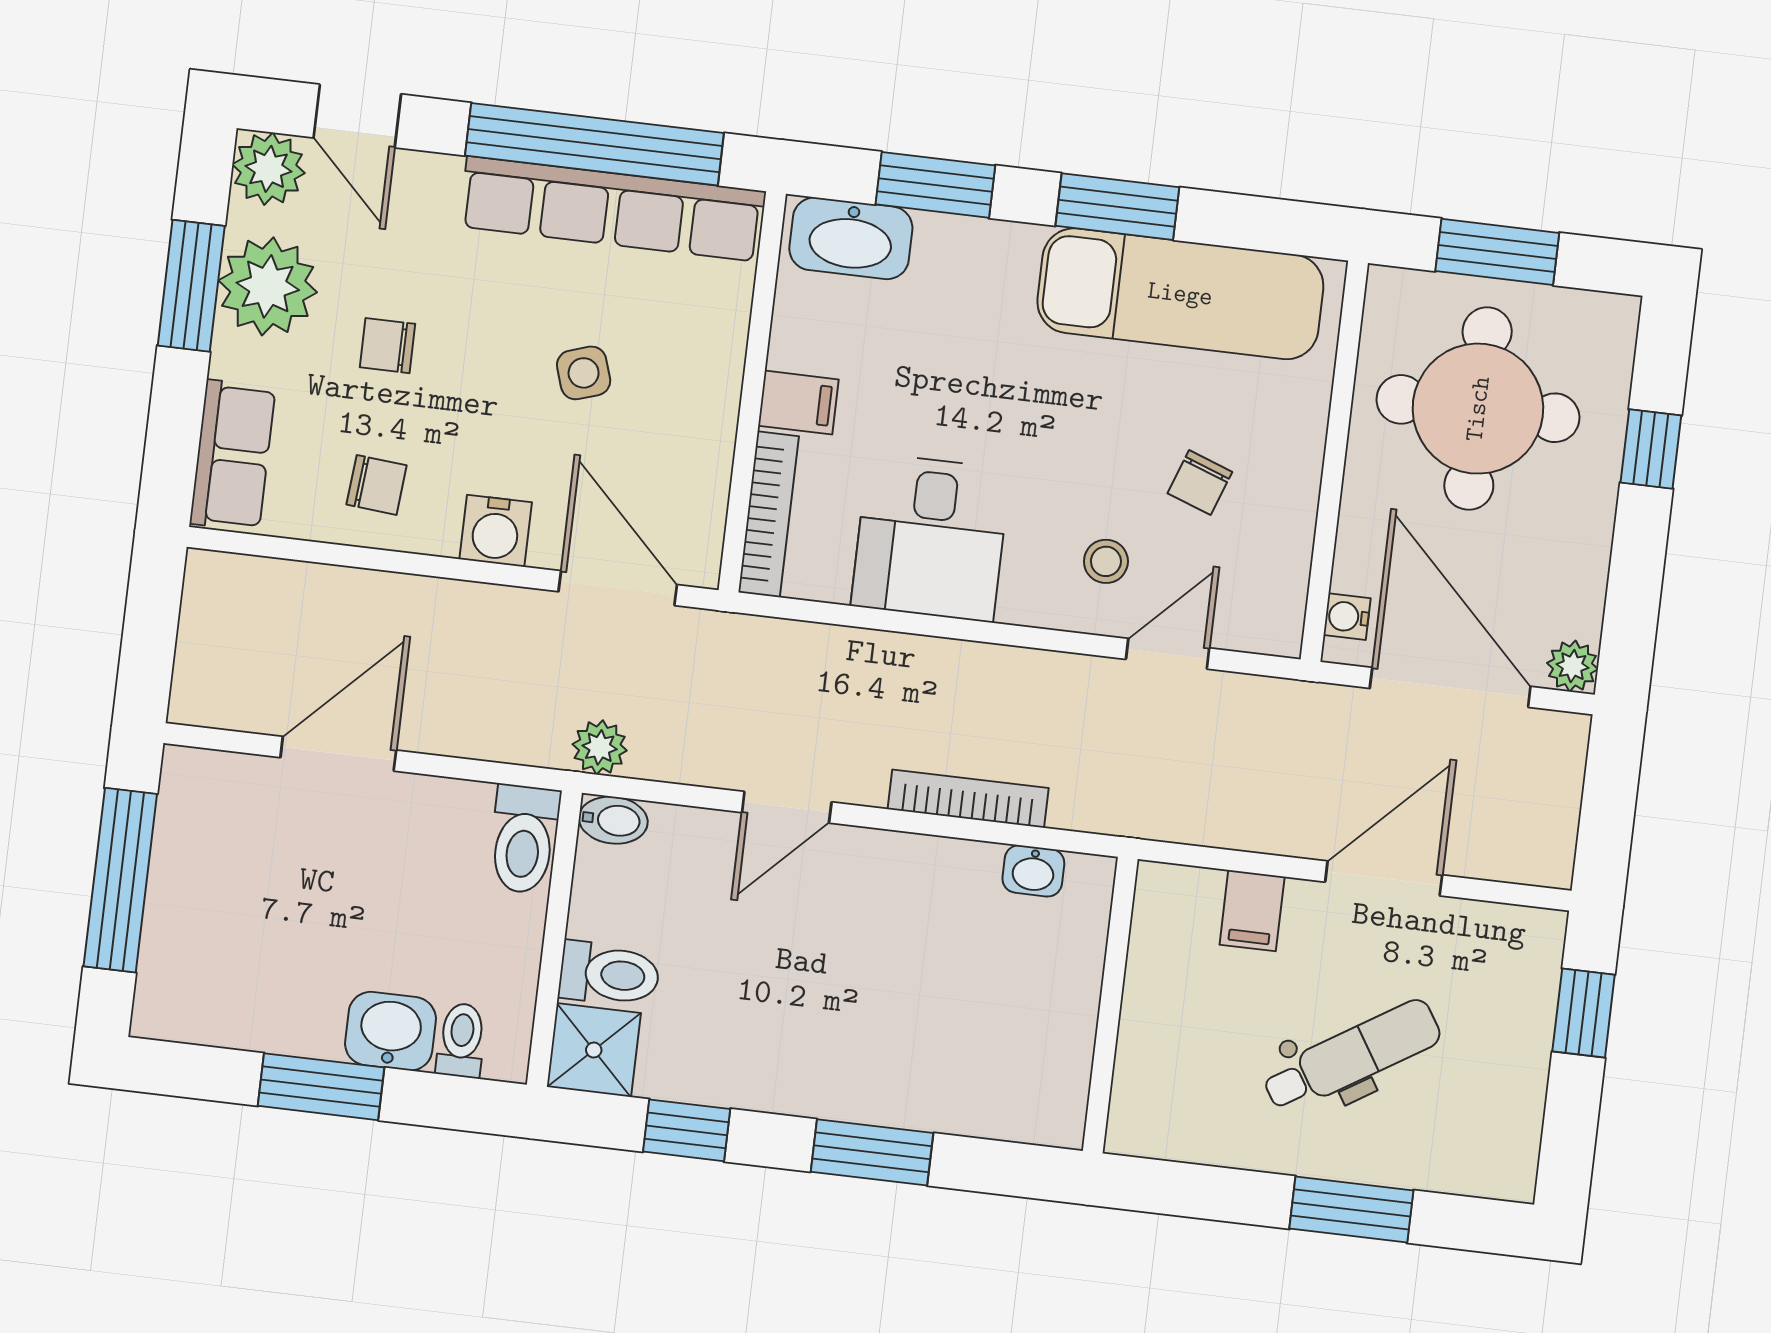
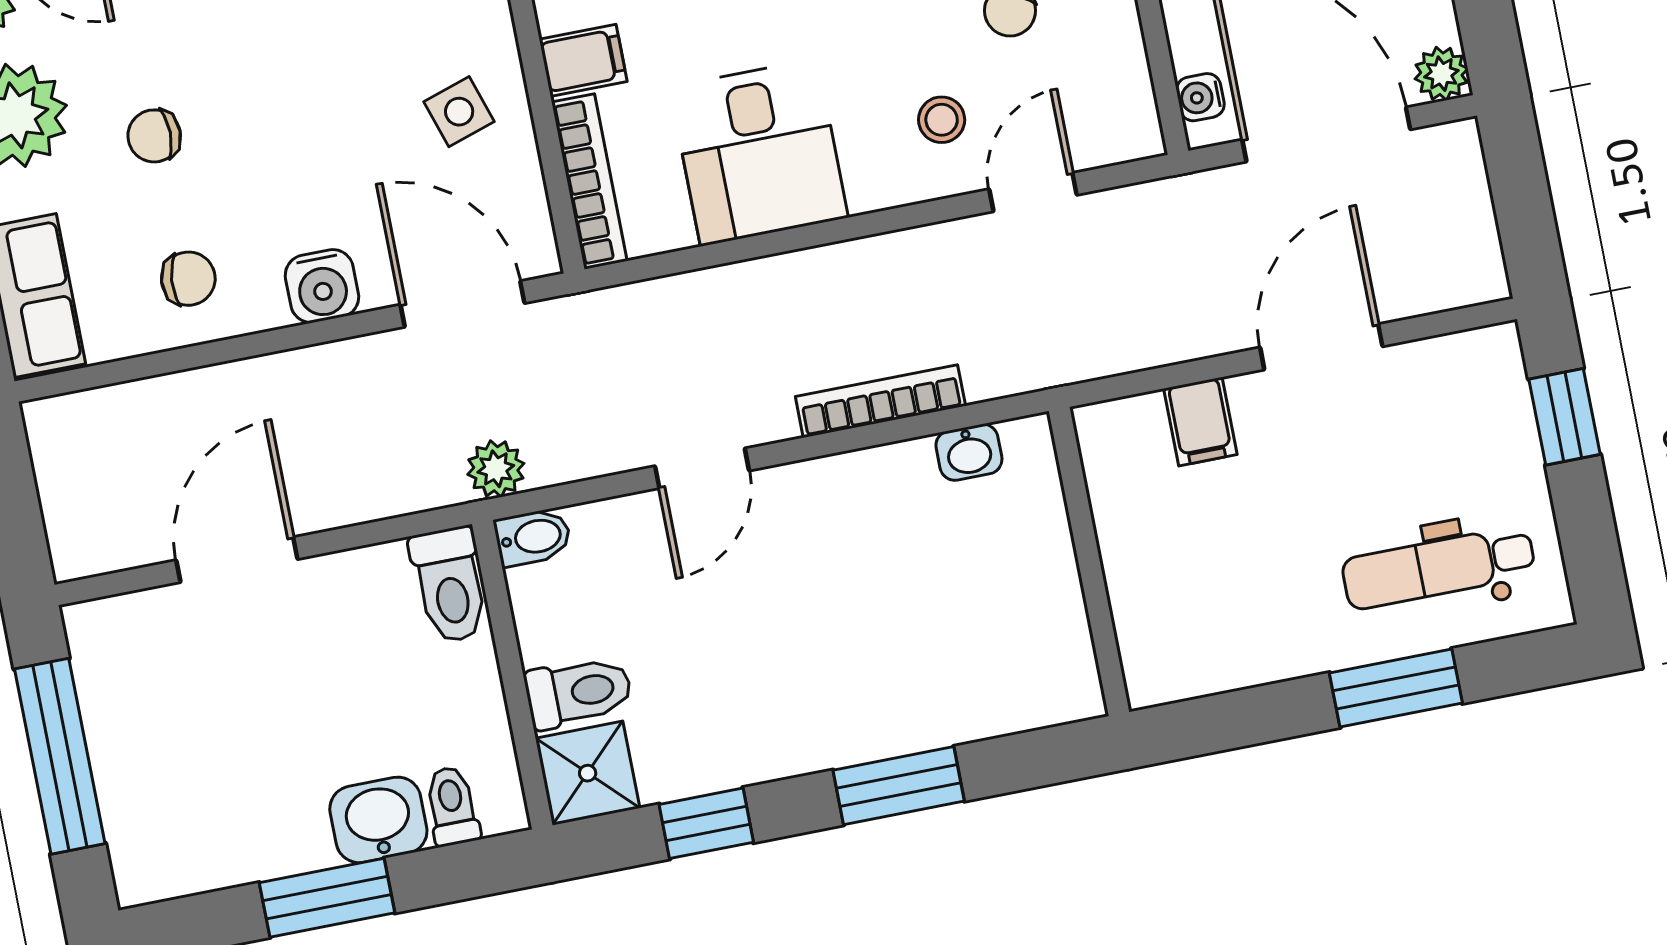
side table: (584, 373) -> (459, 112), moved
dental chair: (1352, 1056) -> (1439, 567), moved, turned -148

